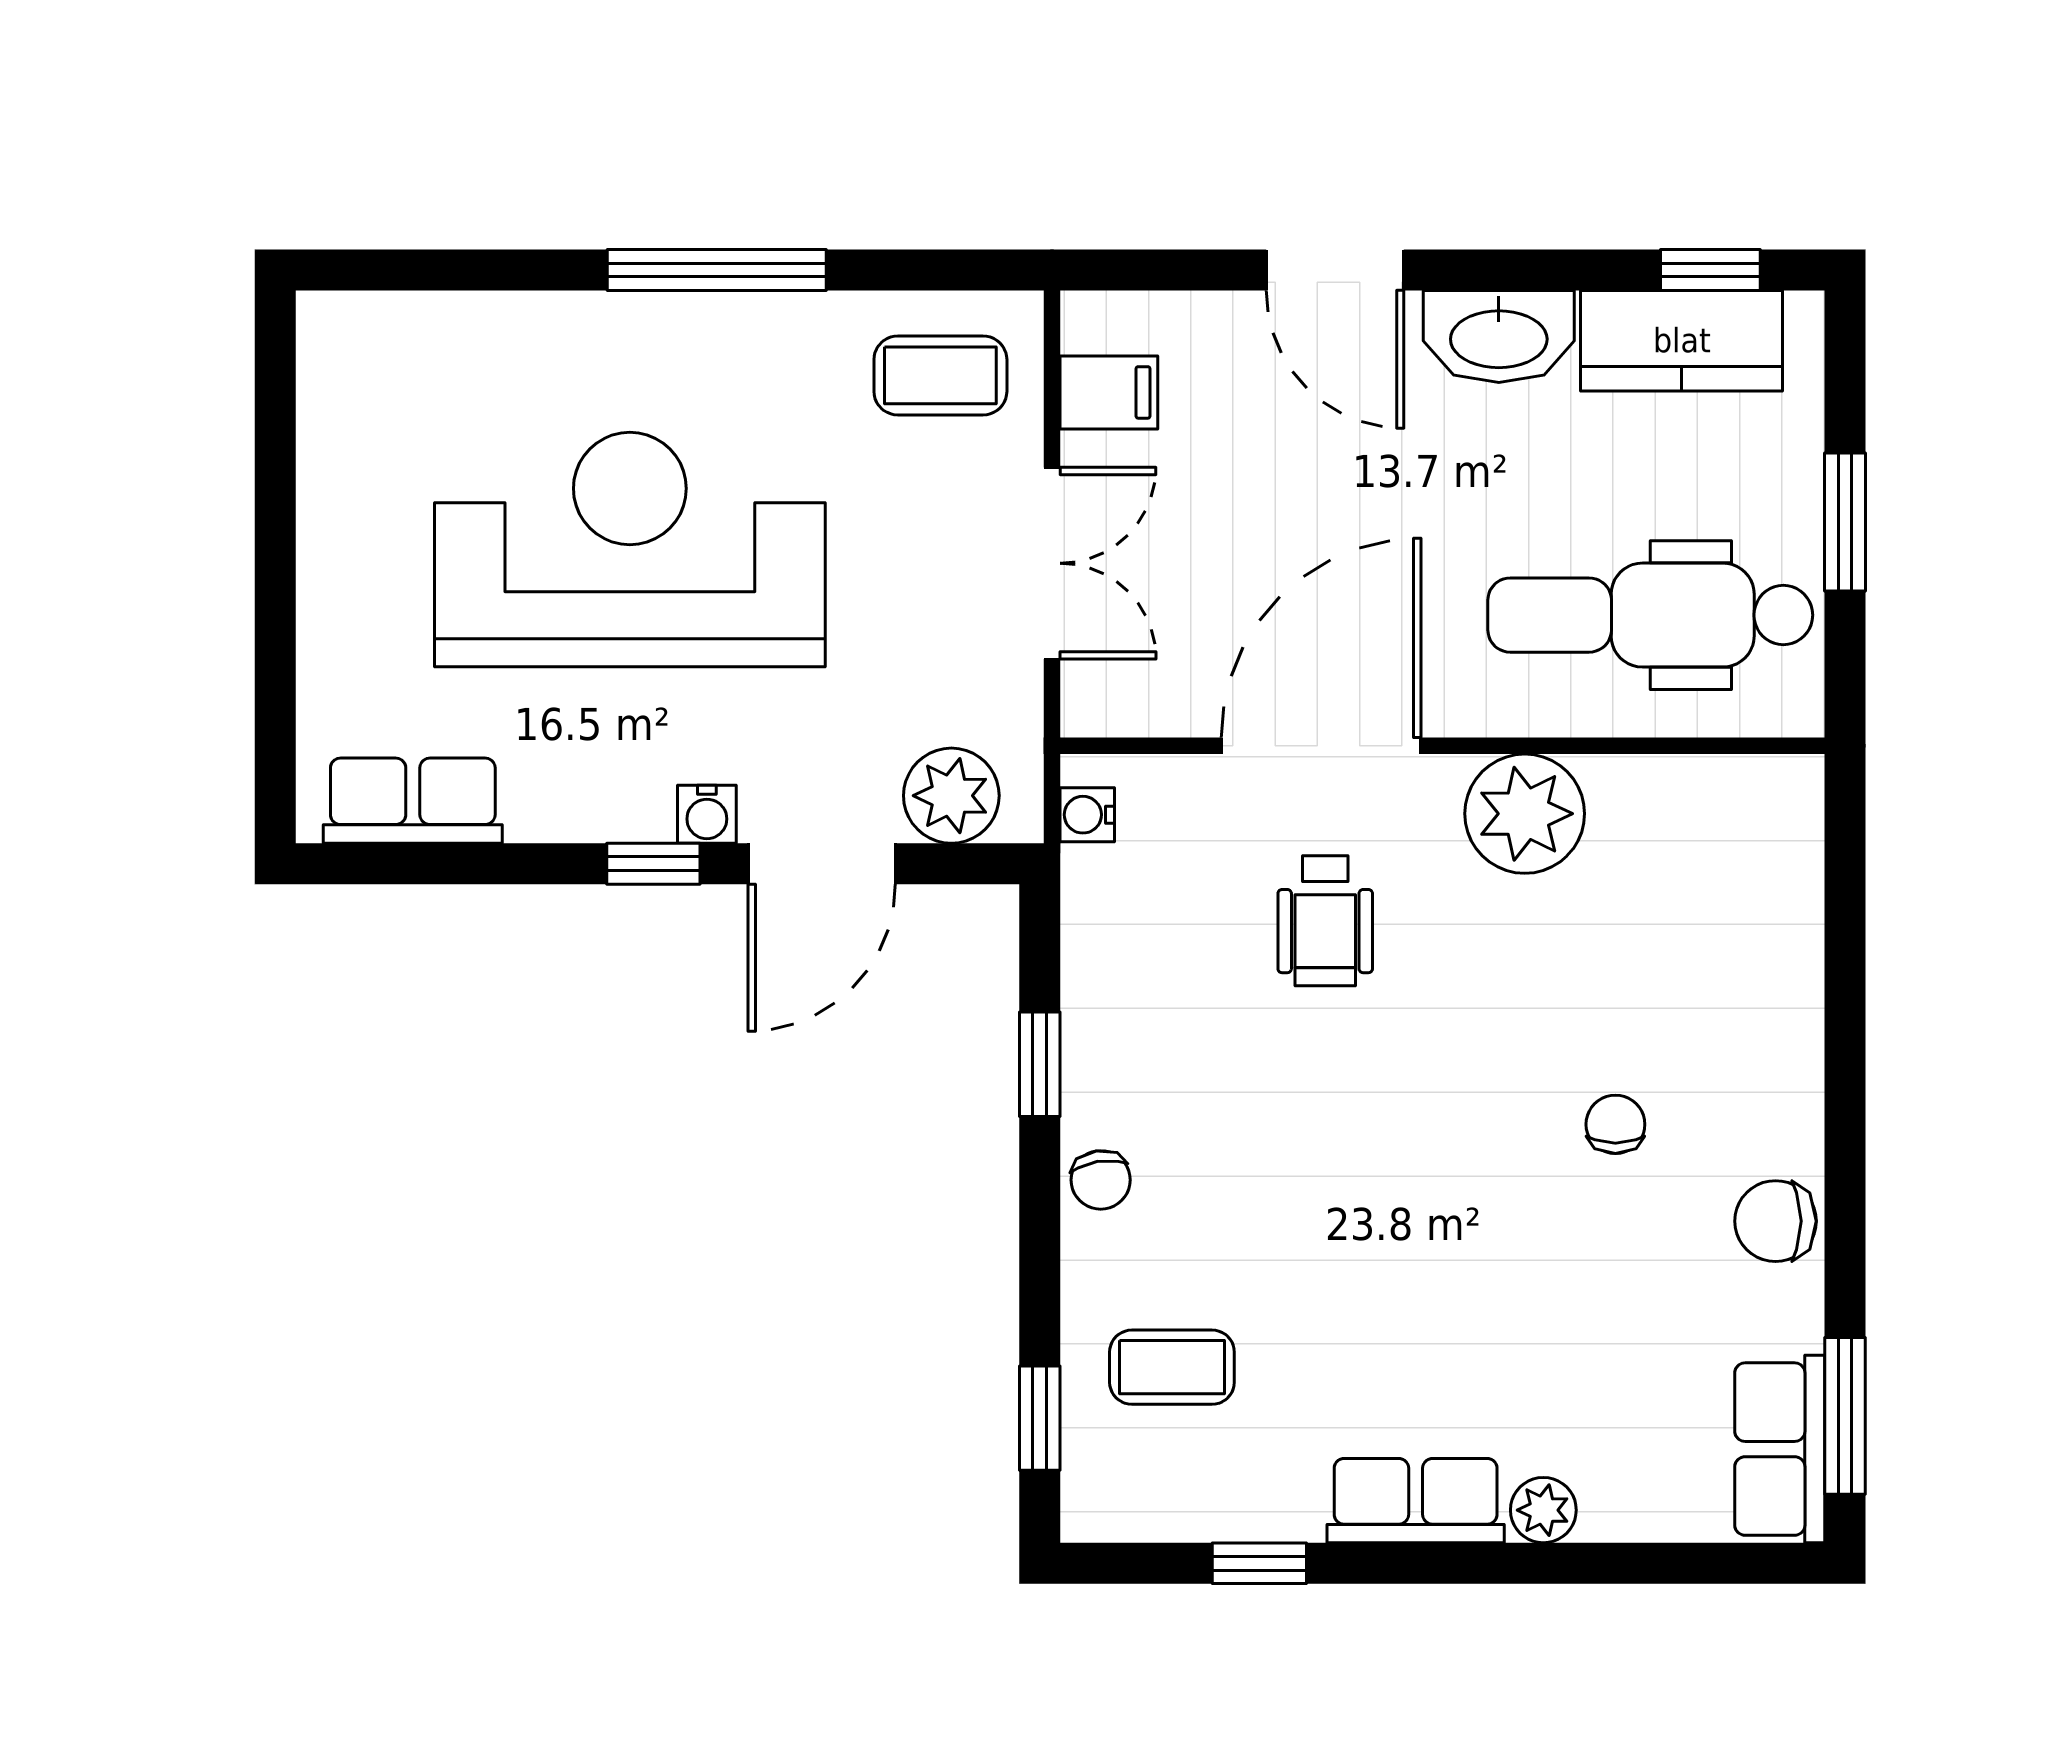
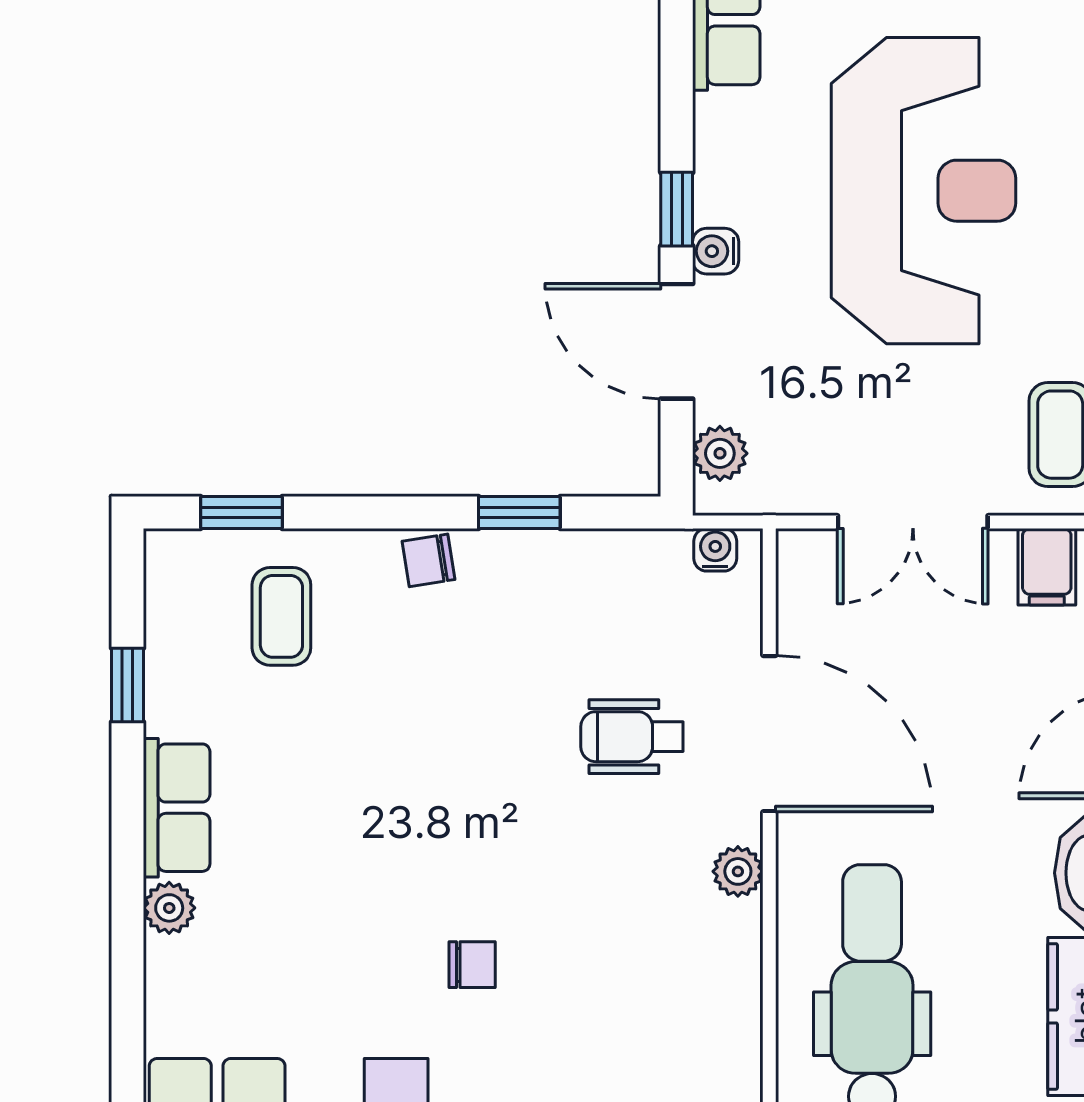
plant: (951, 796) -> (720, 453), width x0.73, depth x0.73
plant: (1525, 814) -> (738, 871), width x0.53, depth x0.53

